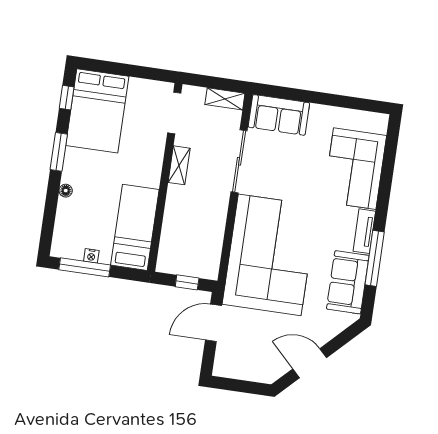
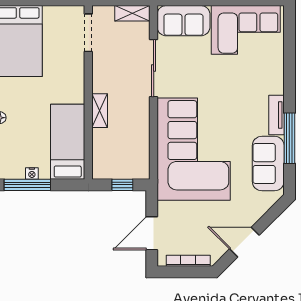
shelving: (179, 165) -> (100, 111), moved
corner sofa: (355, 169) -> (246, 30), moved, turned -90
door: (213, 323) -> (152, 233), moved
bookcase: (246, 375) -> (188, 261), added

